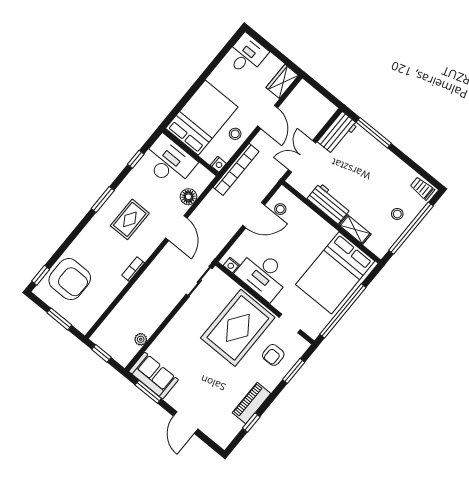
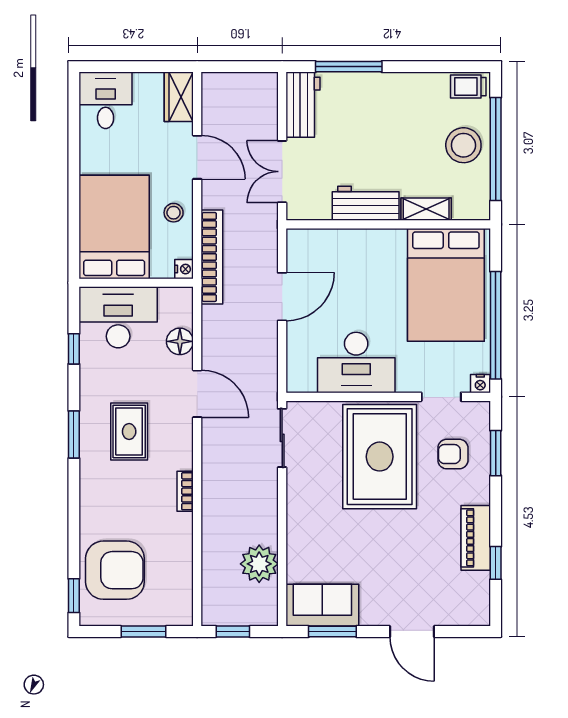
stool: (280, 209) -> (310, 261), removed
stool: (397, 214) -> (463, 145), width x1.89, depth x1.89
nightstand: (231, 265) -> (480, 384), moved
plant: (141, 339) -> (259, 564), width x1.88, depth x1.88
armchair: (273, 355) -> (453, 454), turned 90

